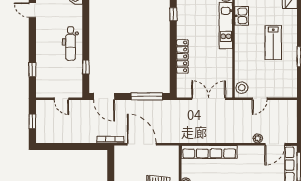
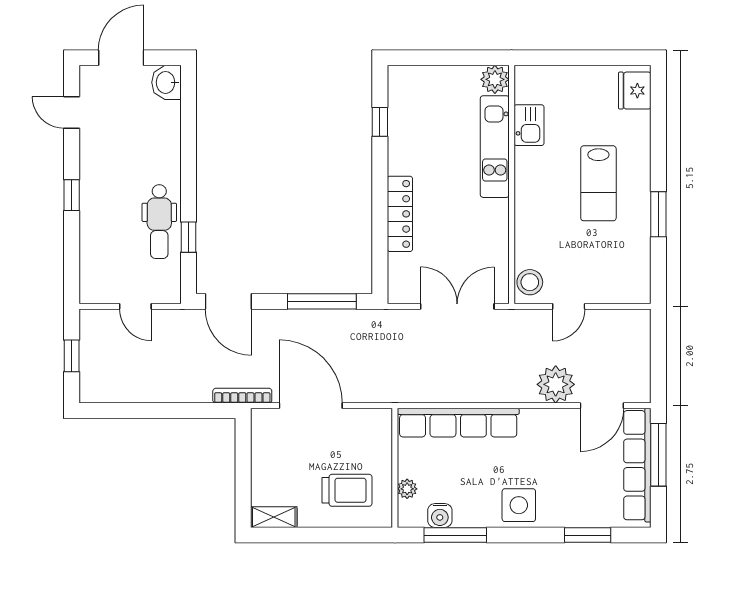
dental chair: (71, 44) -> (159, 222), moved
window: (32, 70) -> (72, 195), moved
plant: (258, 138) -> (556, 384), width x1.88, depth x1.88

